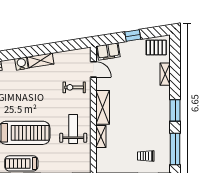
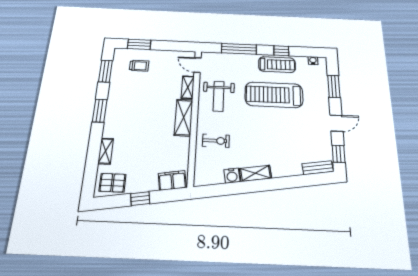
water cooler: (21, 64) -> (232, 176), moved
door: (93, 69) -> (197, 65), moved
window: (175, 149) -> (105, 71), width x0.69

